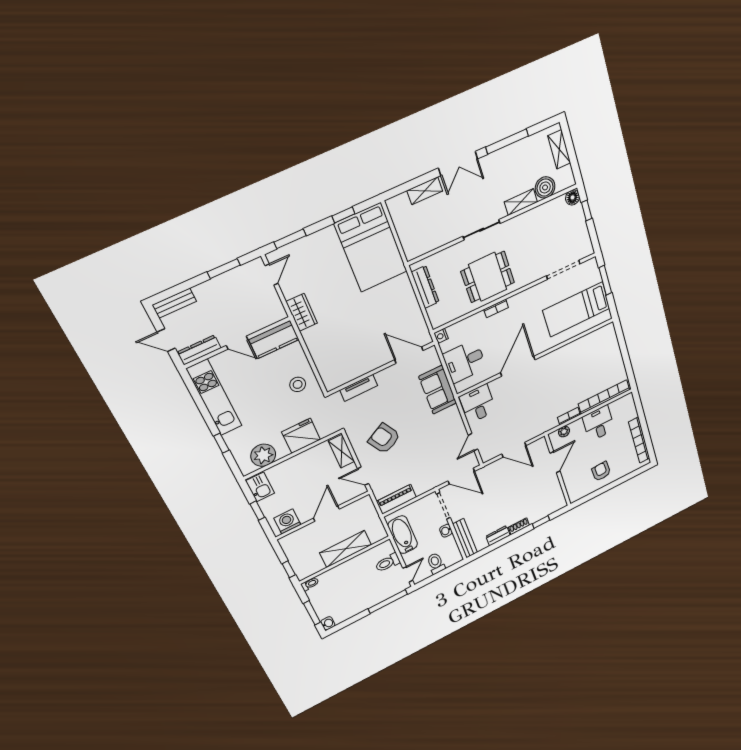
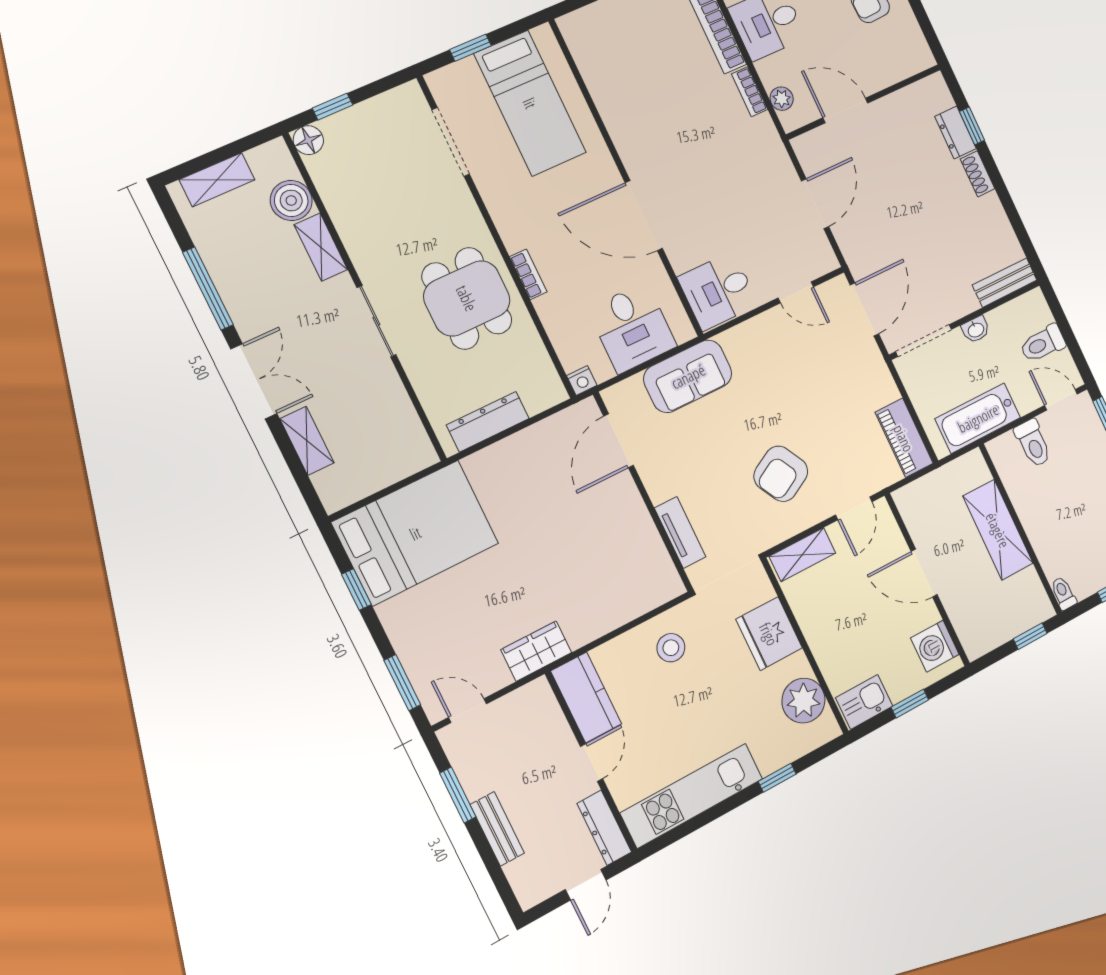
window: (605, 280) -> (470, 48), width x0.67
bench: (174, 303) -> (497, 829), moved
dresser: (498, 536) -> (955, 132), moved
bench: (465, 538) -> (1005, 283), width x0.73

